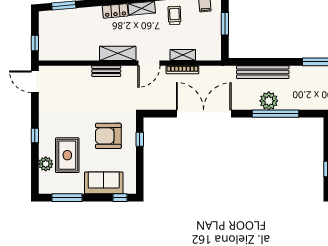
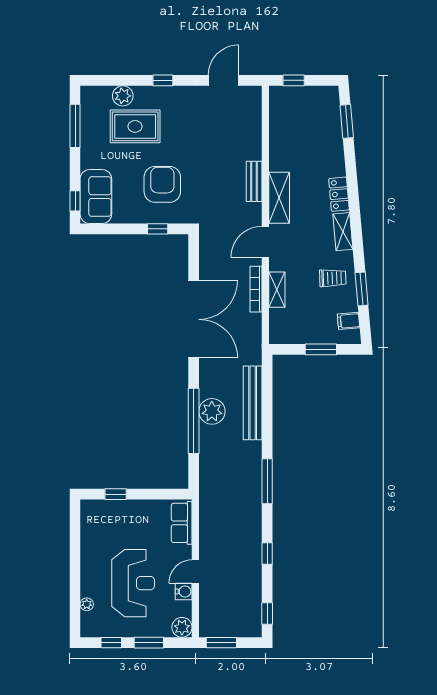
door: (149, 63) -> (265, 242), hinge flipped
door: (35, 82) -> (224, 80), moved
sofa: (104, 183) -> (96, 197), moved

